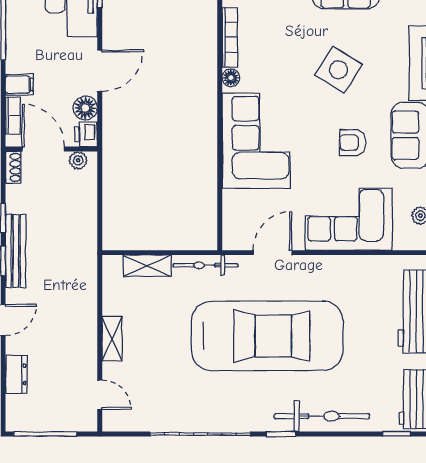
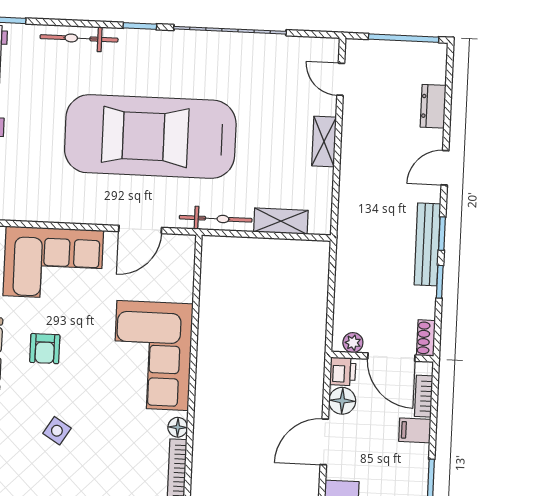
side table: (339, 70) -> (57, 431), width x0.54, depth x0.54
armchair: (353, 143) -> (45, 349), turned 90
bicycle: (322, 416) -> (79, 38), width x0.73, depth x0.71

